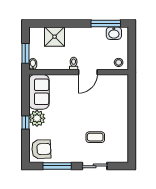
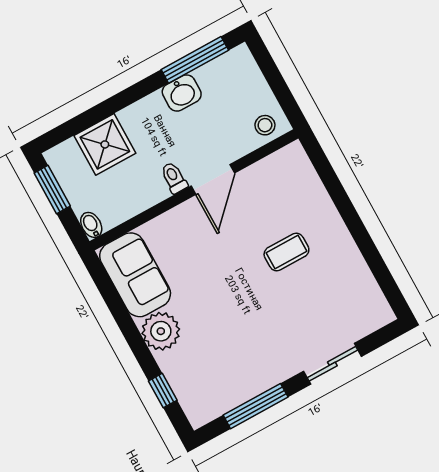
washbasin: (114, 33) -> (182, 93), moved
window: (25, 53) -> (52, 189), moved
window: (25, 122) -> (163, 391), moved
coffee table: (95, 137) -> (286, 252), moved
armchair: (41, 149) -> (204, 389), removed

